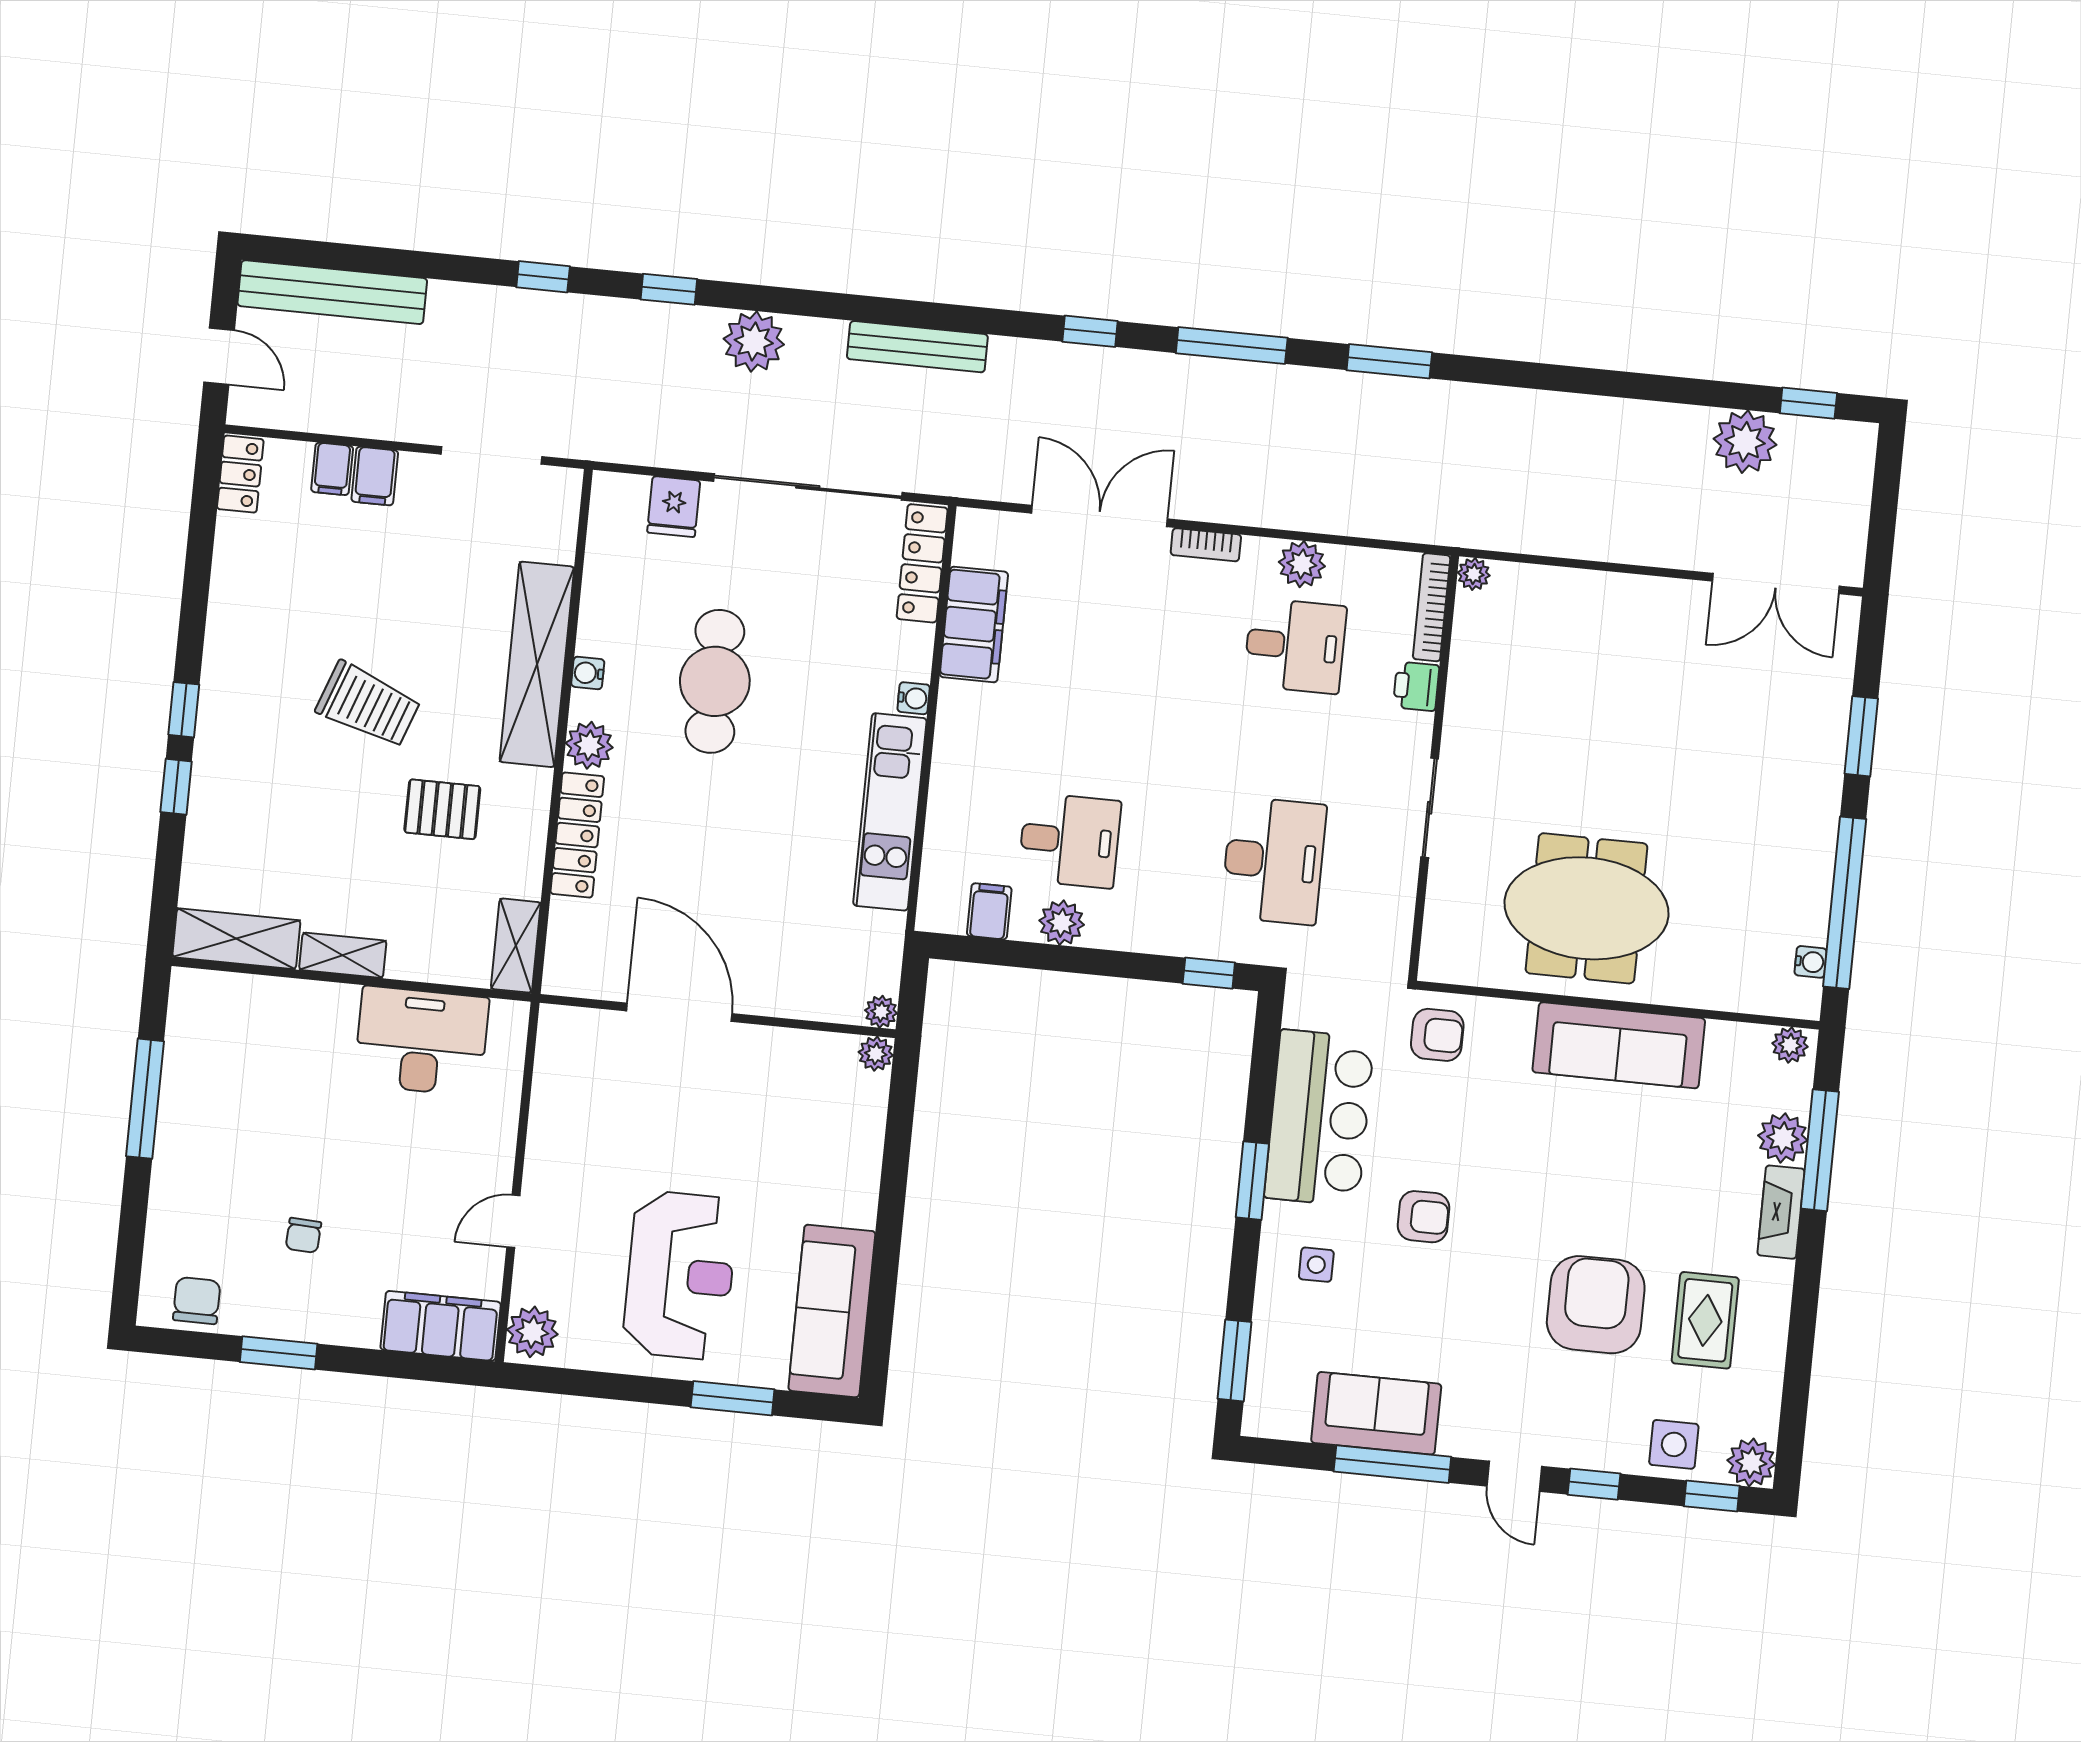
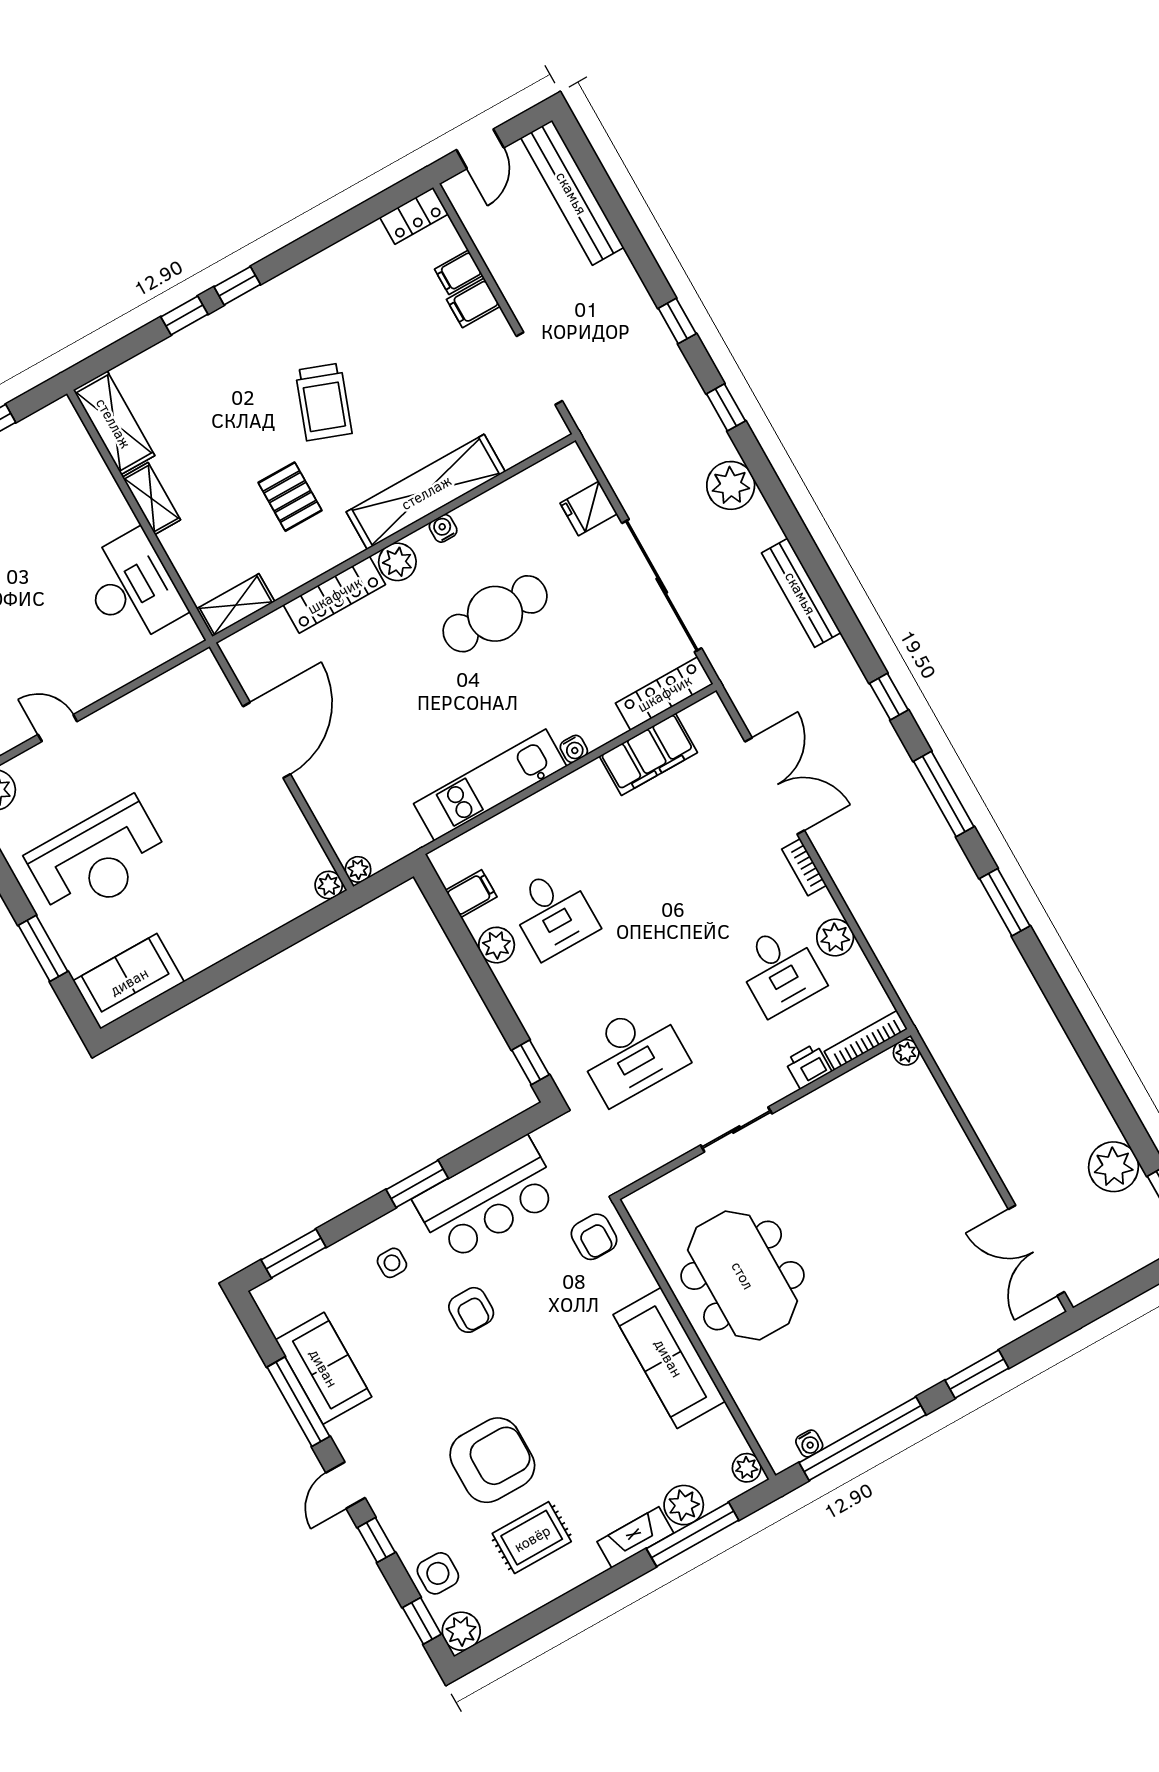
sofa: (832, 1311) -> (129, 981), width x0.73

